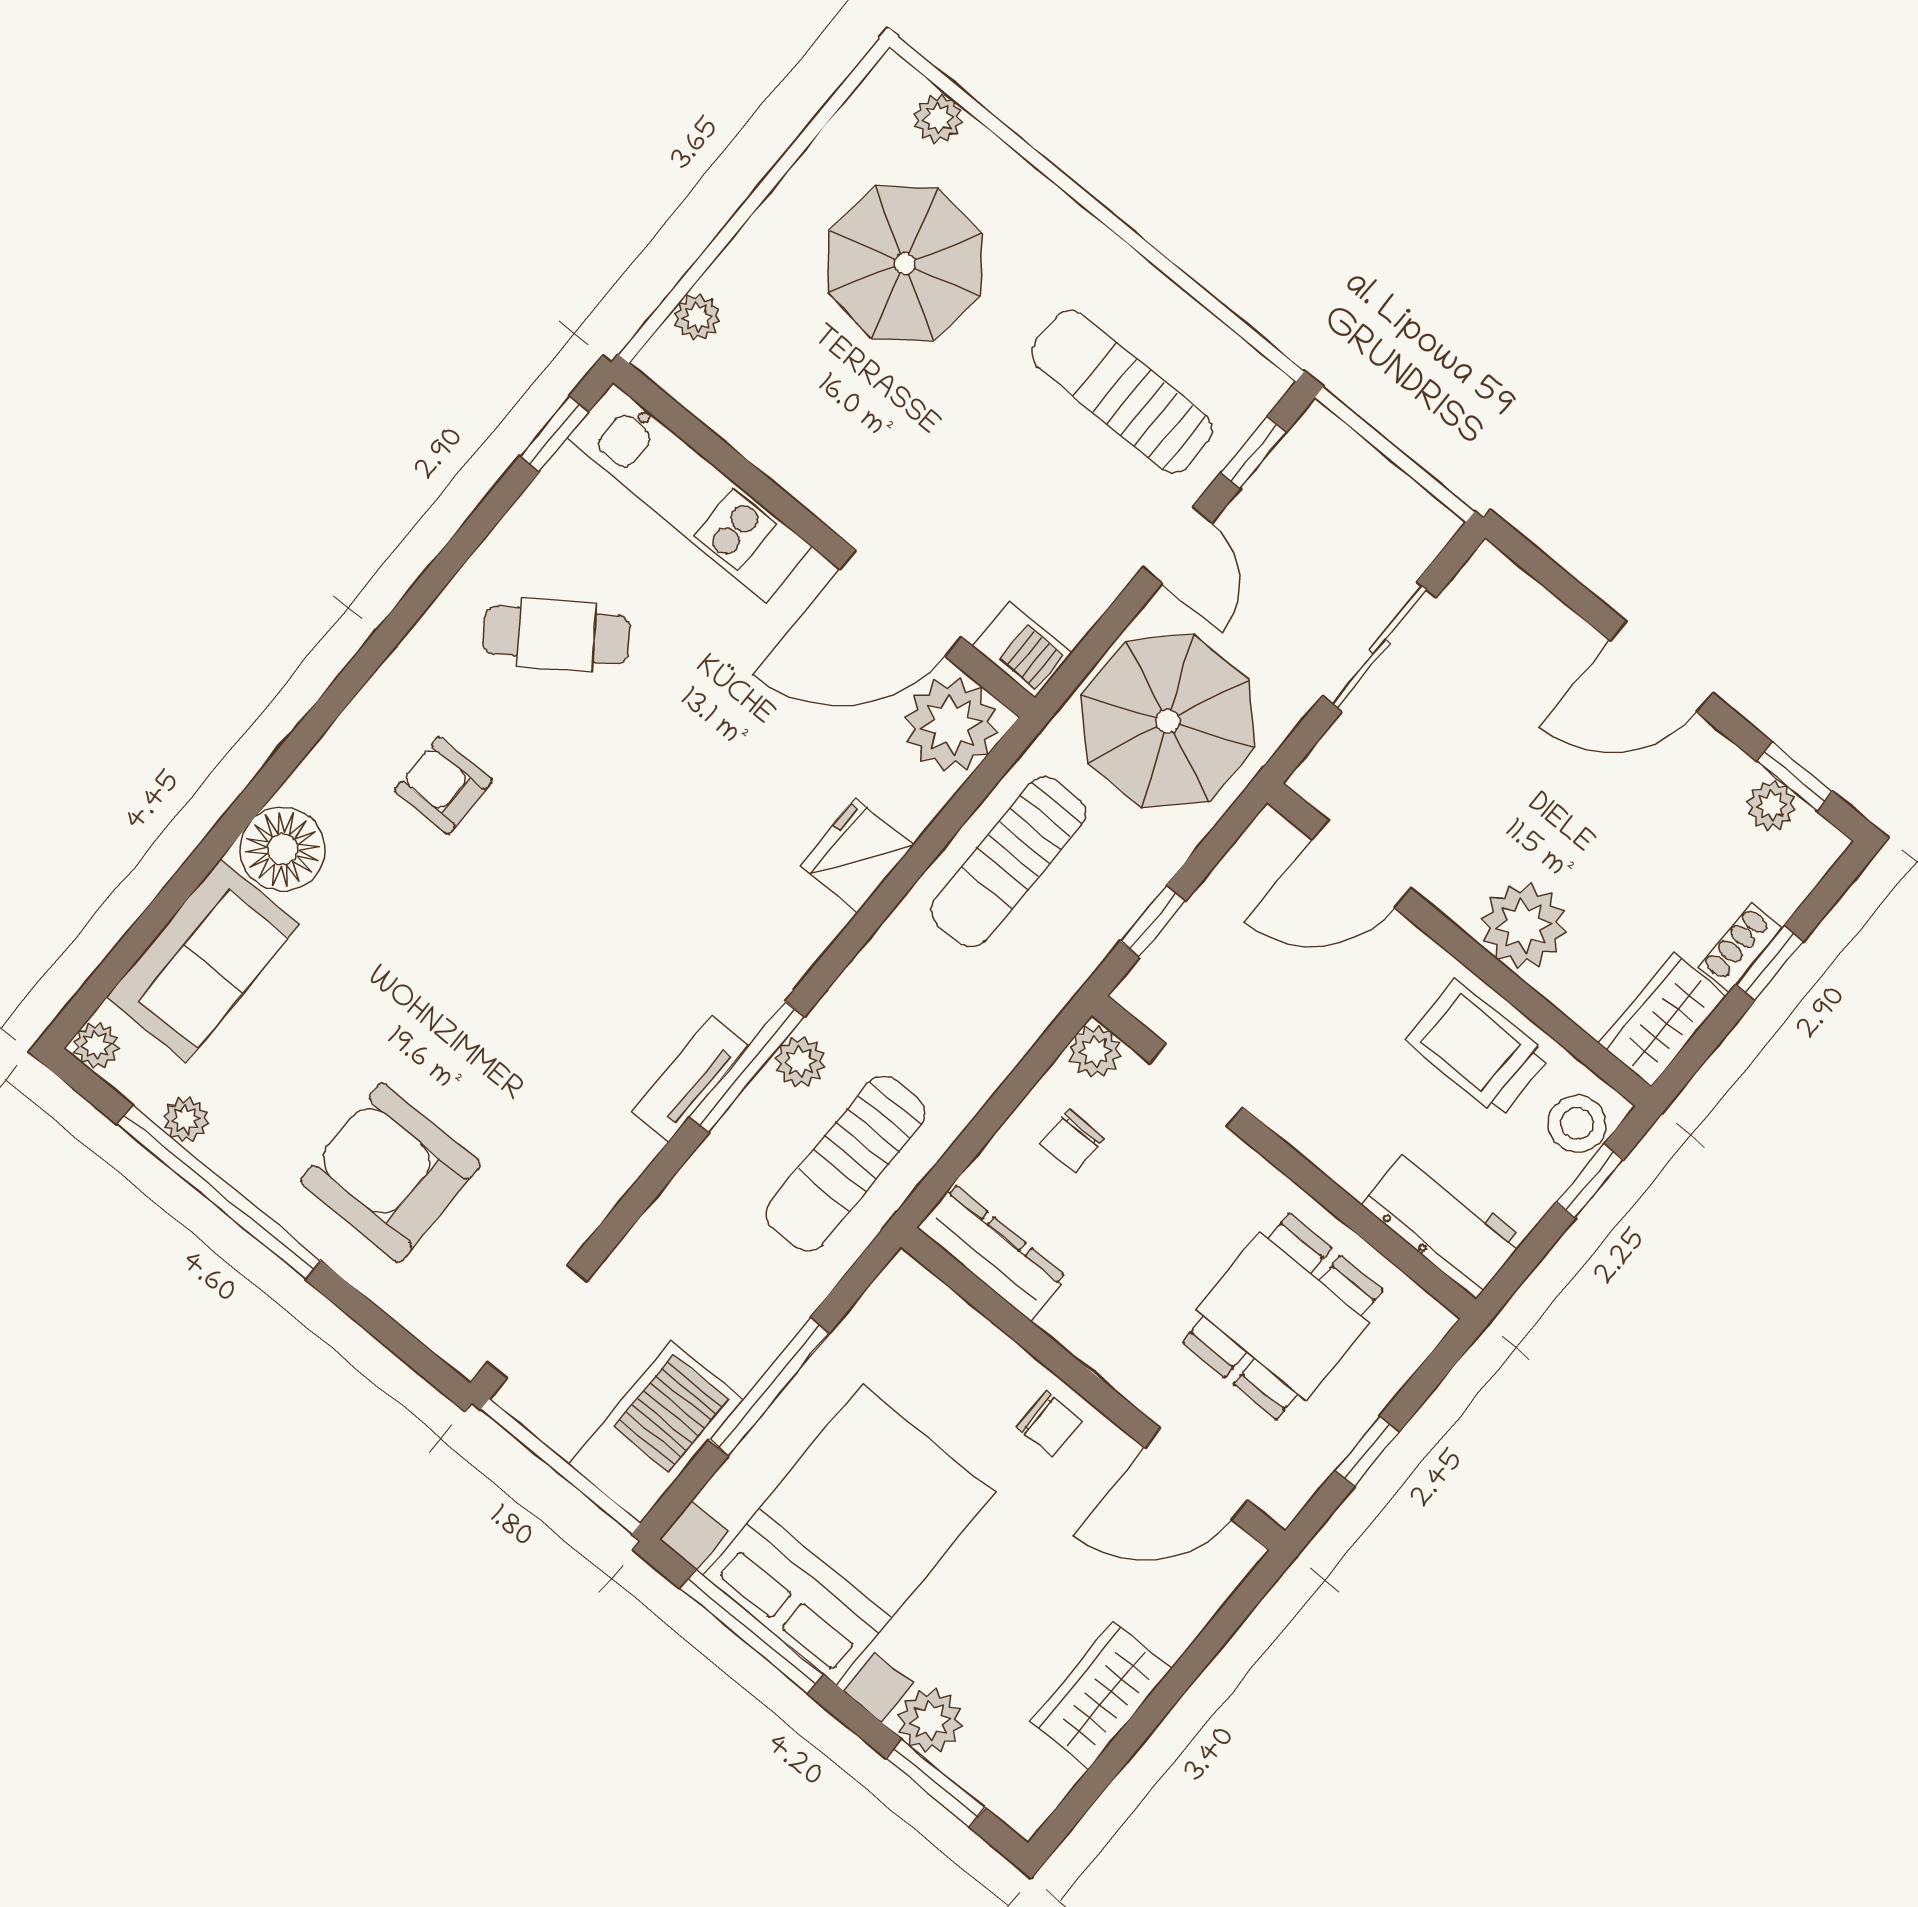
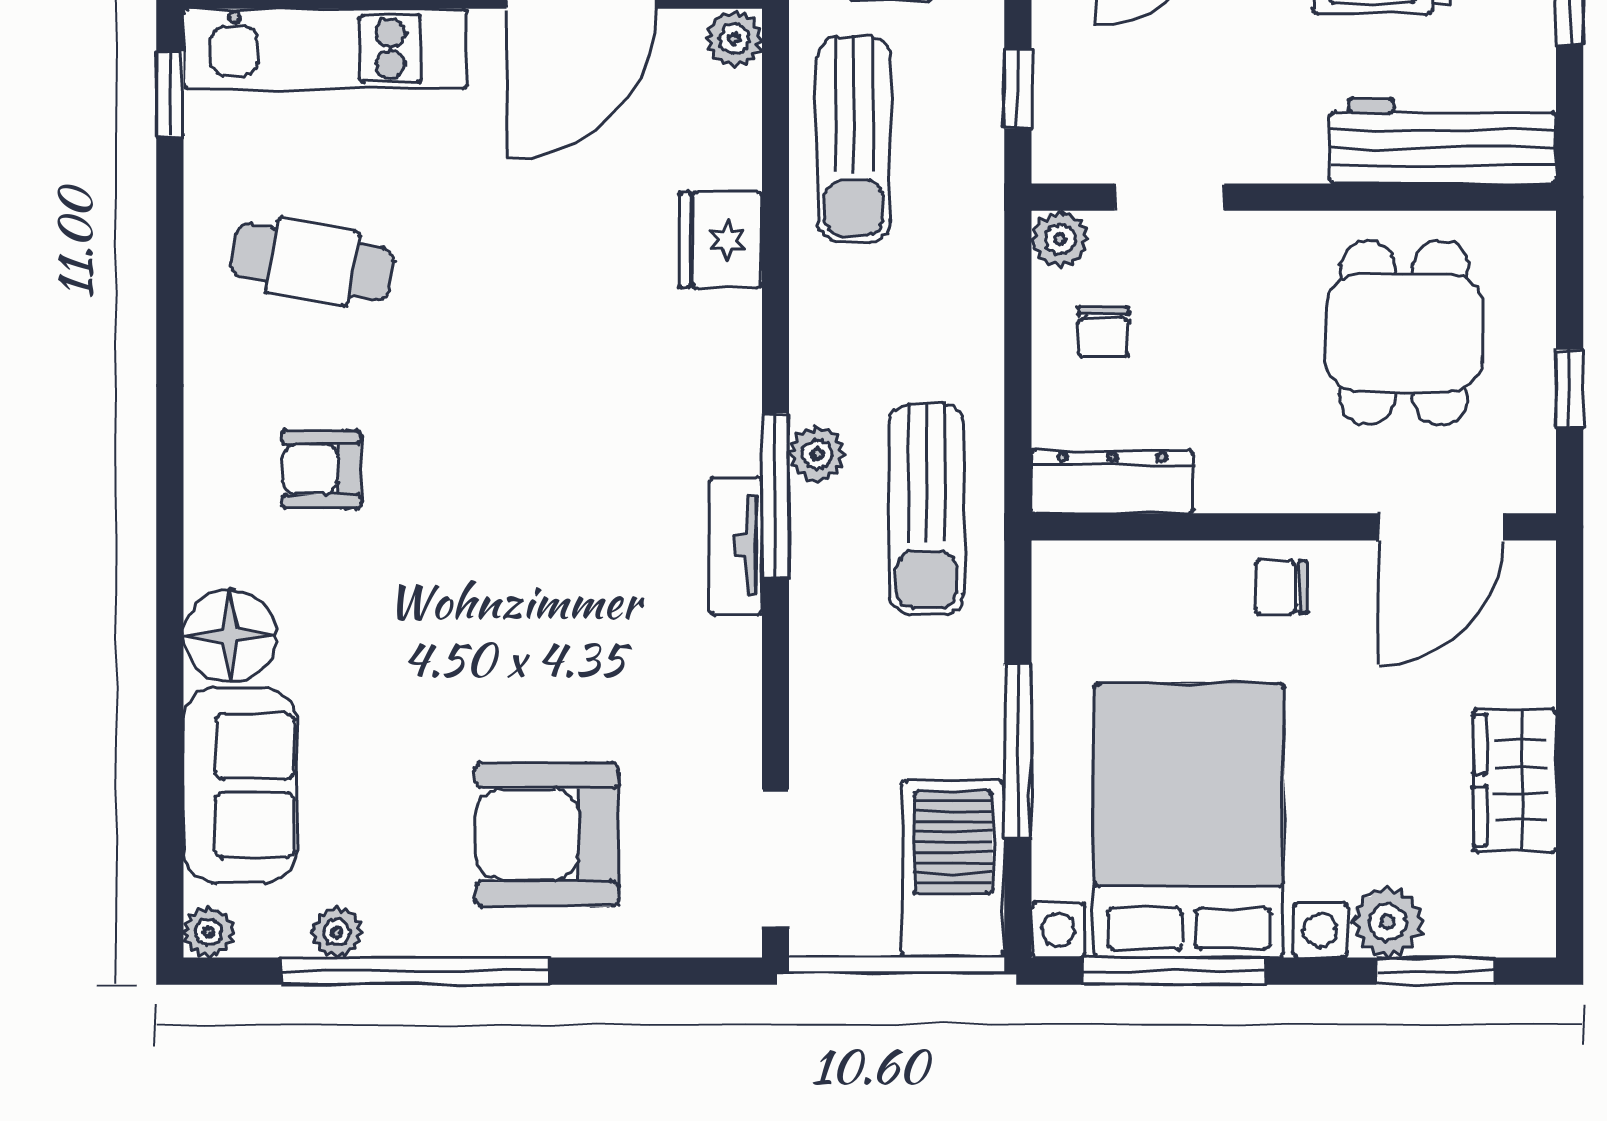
cafe table: (557, 635) -> (312, 262), turned 45
plant: (951, 725) -> (734, 39), width x0.53, depth x0.53
workbench: (1443, 1222) -> (1443, 141), width x1.38
chair: (1049, 1424) -> (1281, 587), turned 180

